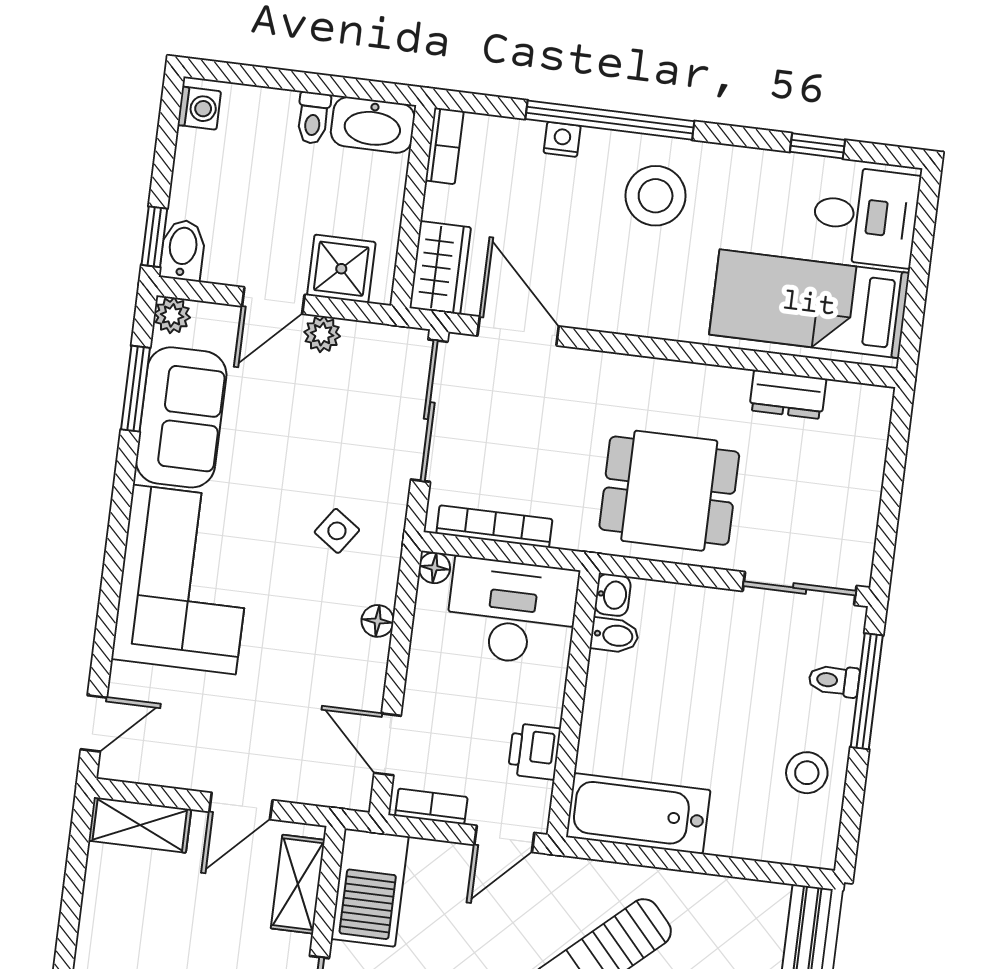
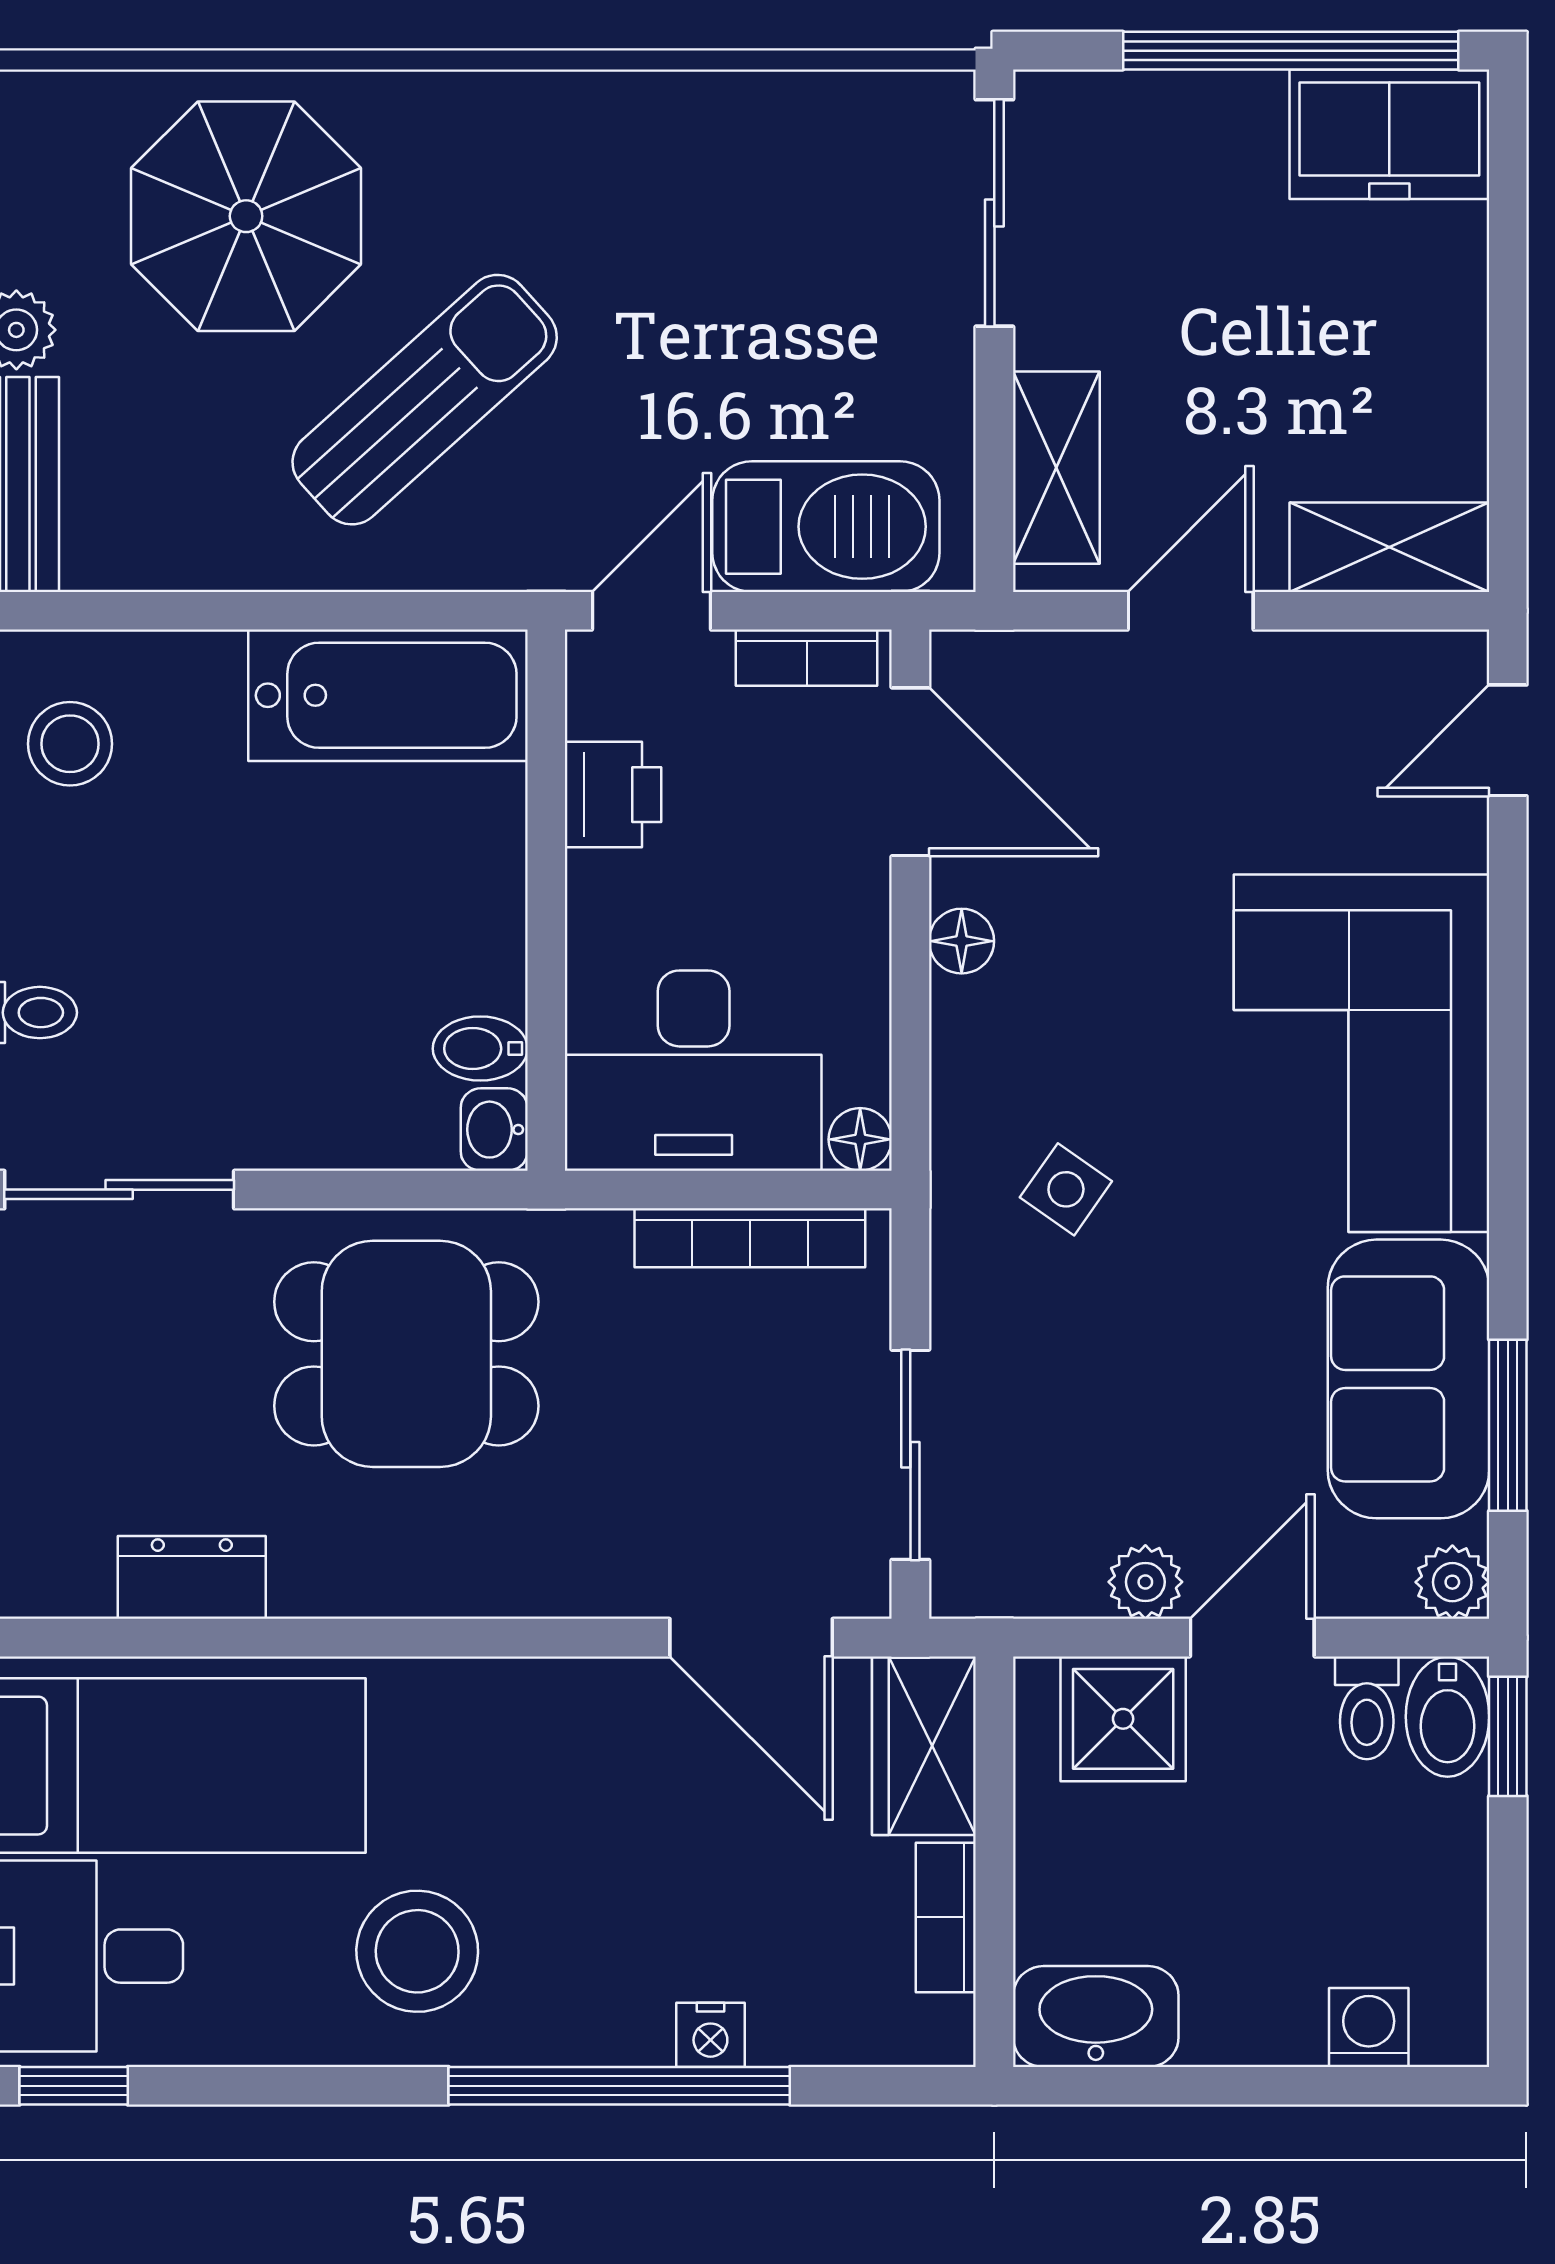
washing machine: (199, 108) -> (1369, 2028), moved, turned 90
toilet: (313, 118) -> (1367, 1708), moved, turned 180
bookcase: (445, 146) -> (946, 1917), moved
window: (817, 146) -> (74, 2086), moved
stool: (656, 196) -> (417, 1951), moved
sliding door: (429, 411) -> (910, 1455), width x0.73
floor lamp: (378, 621) -> (962, 941), moved
door: (388, 744) -> (910, 772), width x1.38
stool: (807, 773) -> (70, 744), moved
barbecue: (370, 888) -> (826, 527), moved, turned 90

